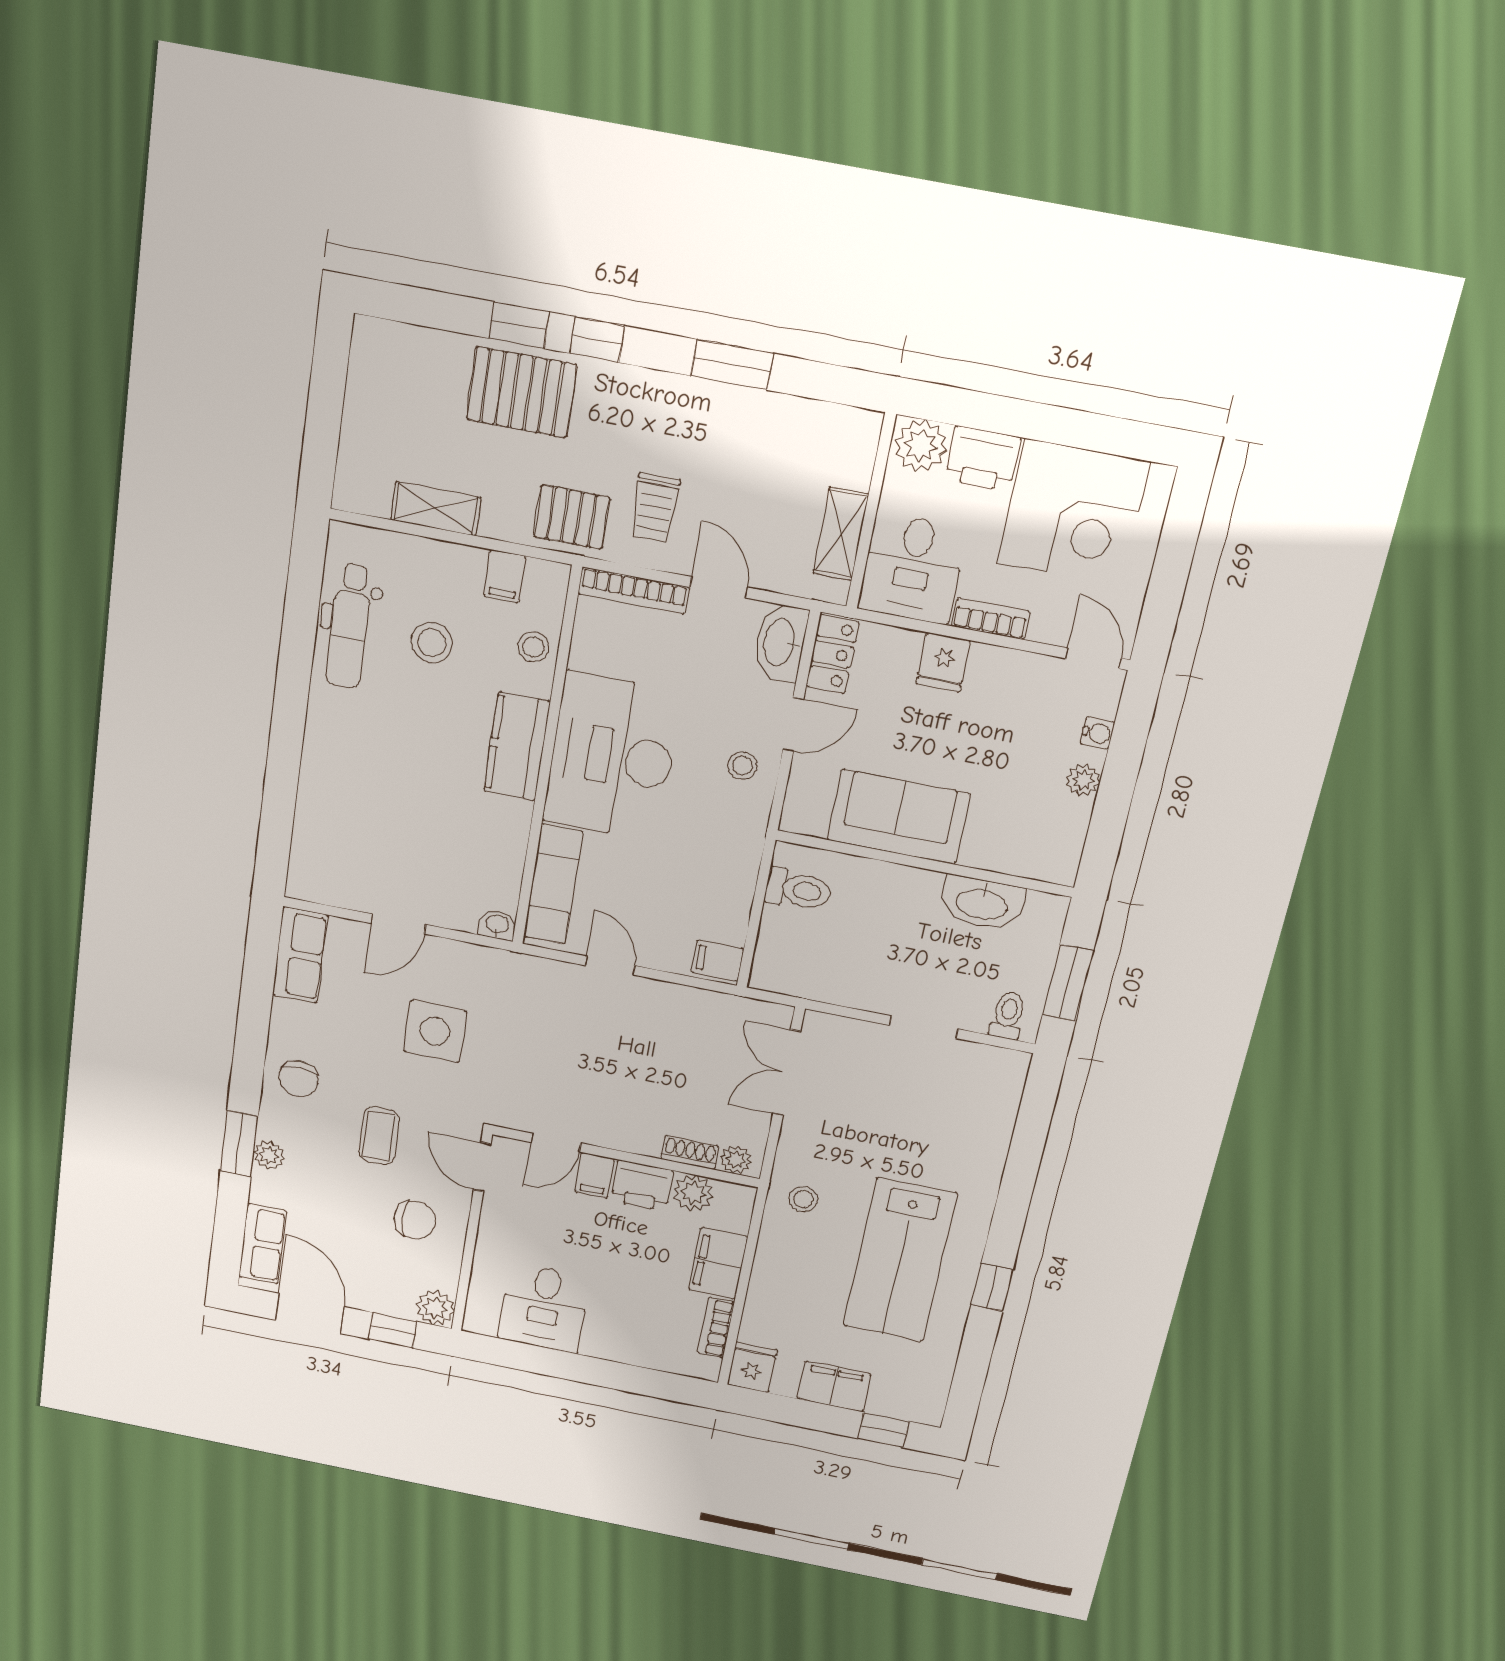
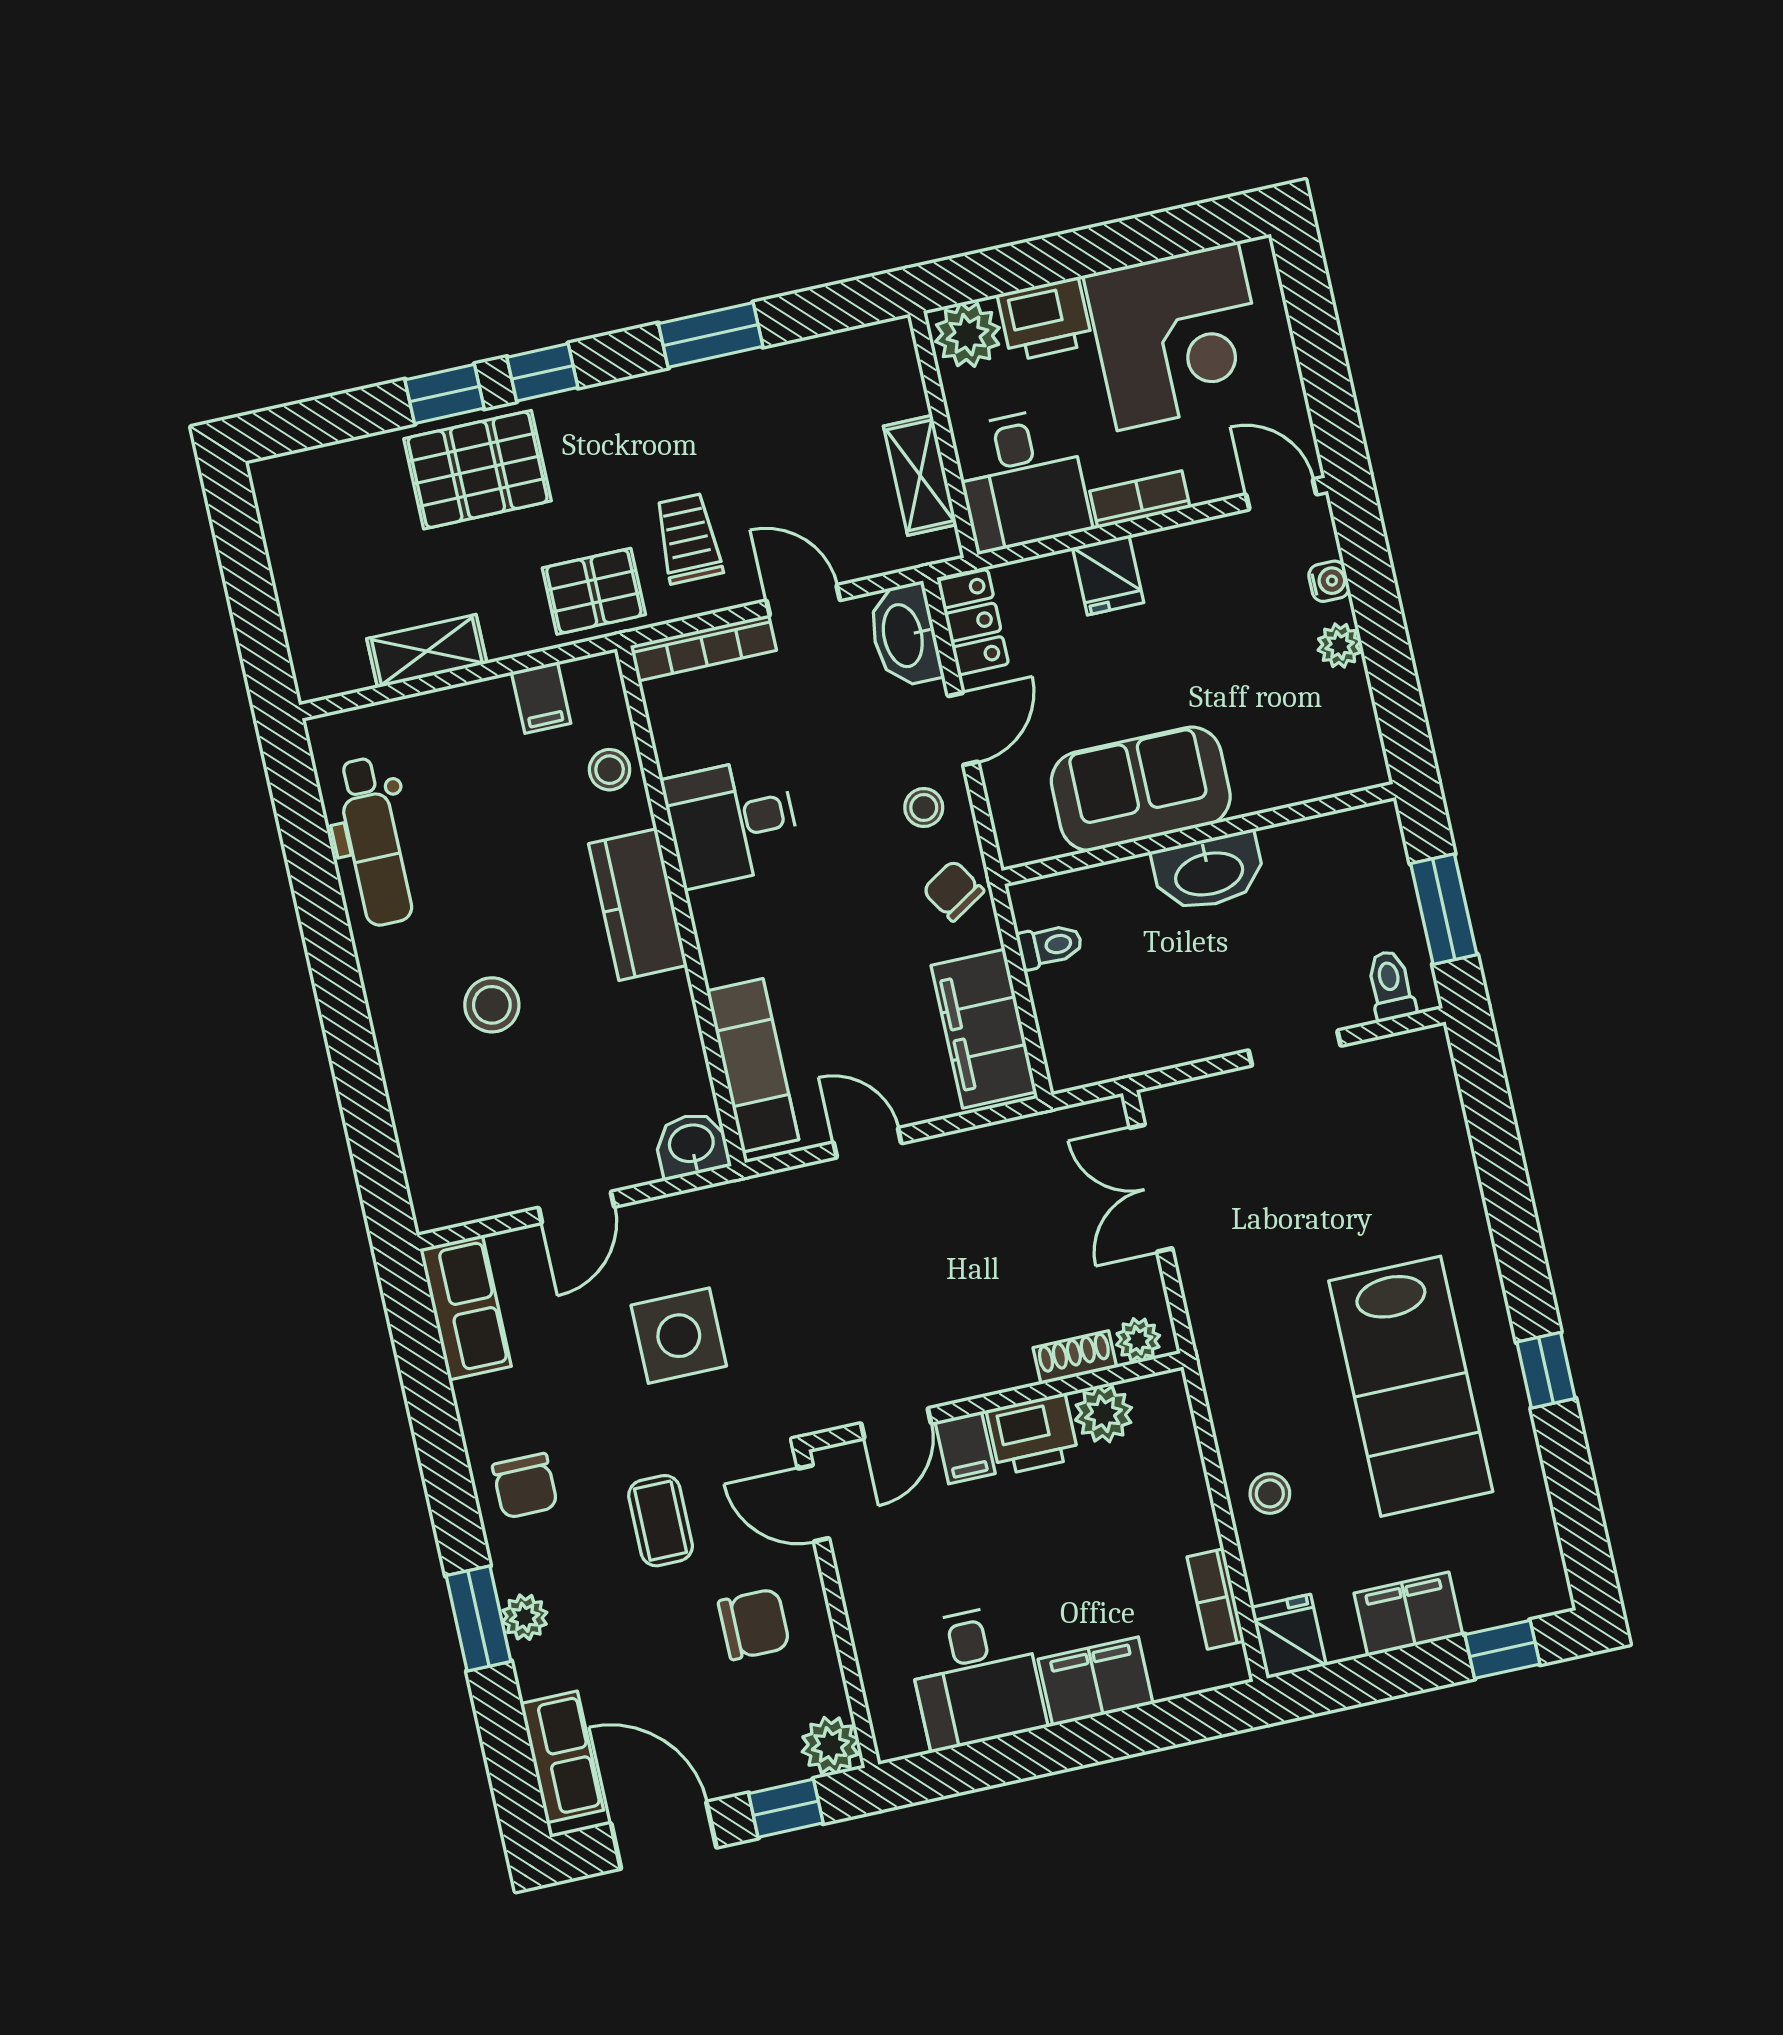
trolley: (655, 508) -> (688, 538), turned 180
stool: (432, 643) -> (492, 1005), moved
desk: (612, 757) -> (732, 822), width x0.53, depth x0.77
chair: (739, 829) -> (953, 891), added
toilet: (798, 890) -> (1050, 946), width x0.73, depth x0.72
washbasin: (982, 903) -> (1209, 872), moved
washbasin: (497, 925) -> (692, 1145), width x1.38, depth x1.45
filing cabinet: (718, 961) -> (984, 1029), width x3.00, depth x1.17
stool: (803, 1199) -> (1270, 1493), moved
filing cabinet: (718, 1263) -> (1096, 1681), moved, turned 90

